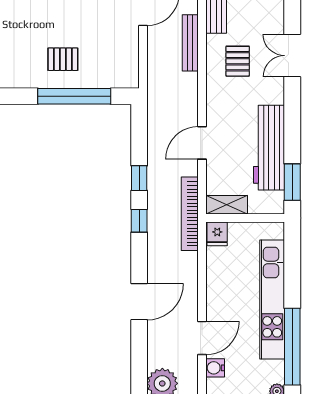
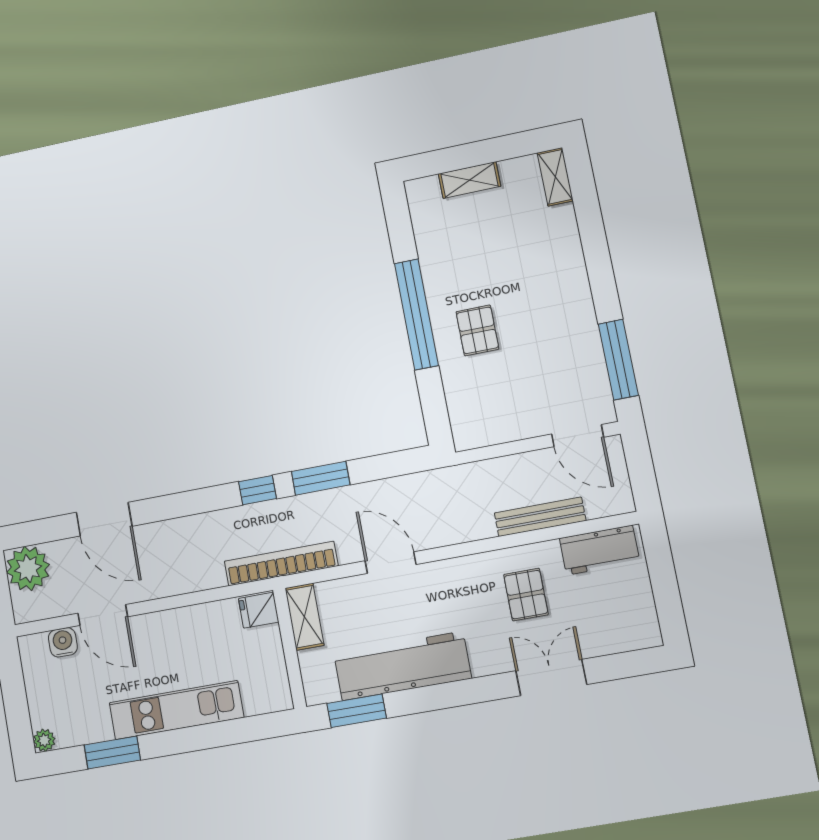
pallet: (238, 61) -> (526, 595), turned 90
window: (74, 96) -> (416, 314), moved
window: (139, 178) -> (321, 478), width x1.50
kitchen unit: (272, 299) -> (176, 710), width x0.73
door: (139, 302) -> (104, 519), moved
window: (292, 347) -> (112, 752), width x0.47

